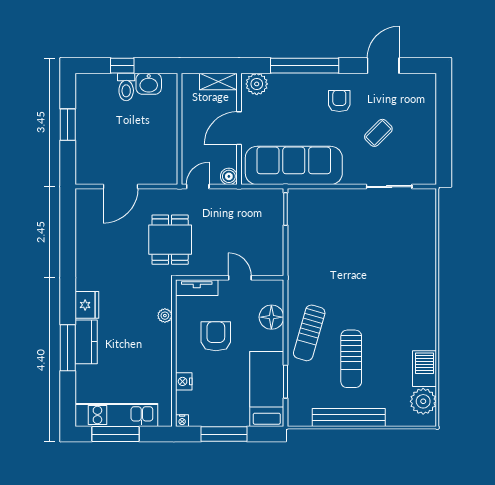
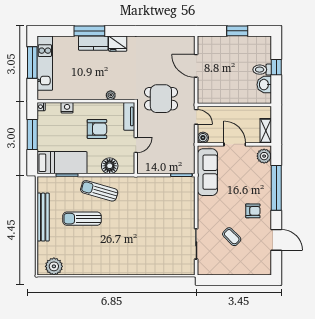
sofa: (294, 165) -> (207, 172), width x0.74, depth x0.79
barbecue: (425, 369) -> (76, 267), removed

